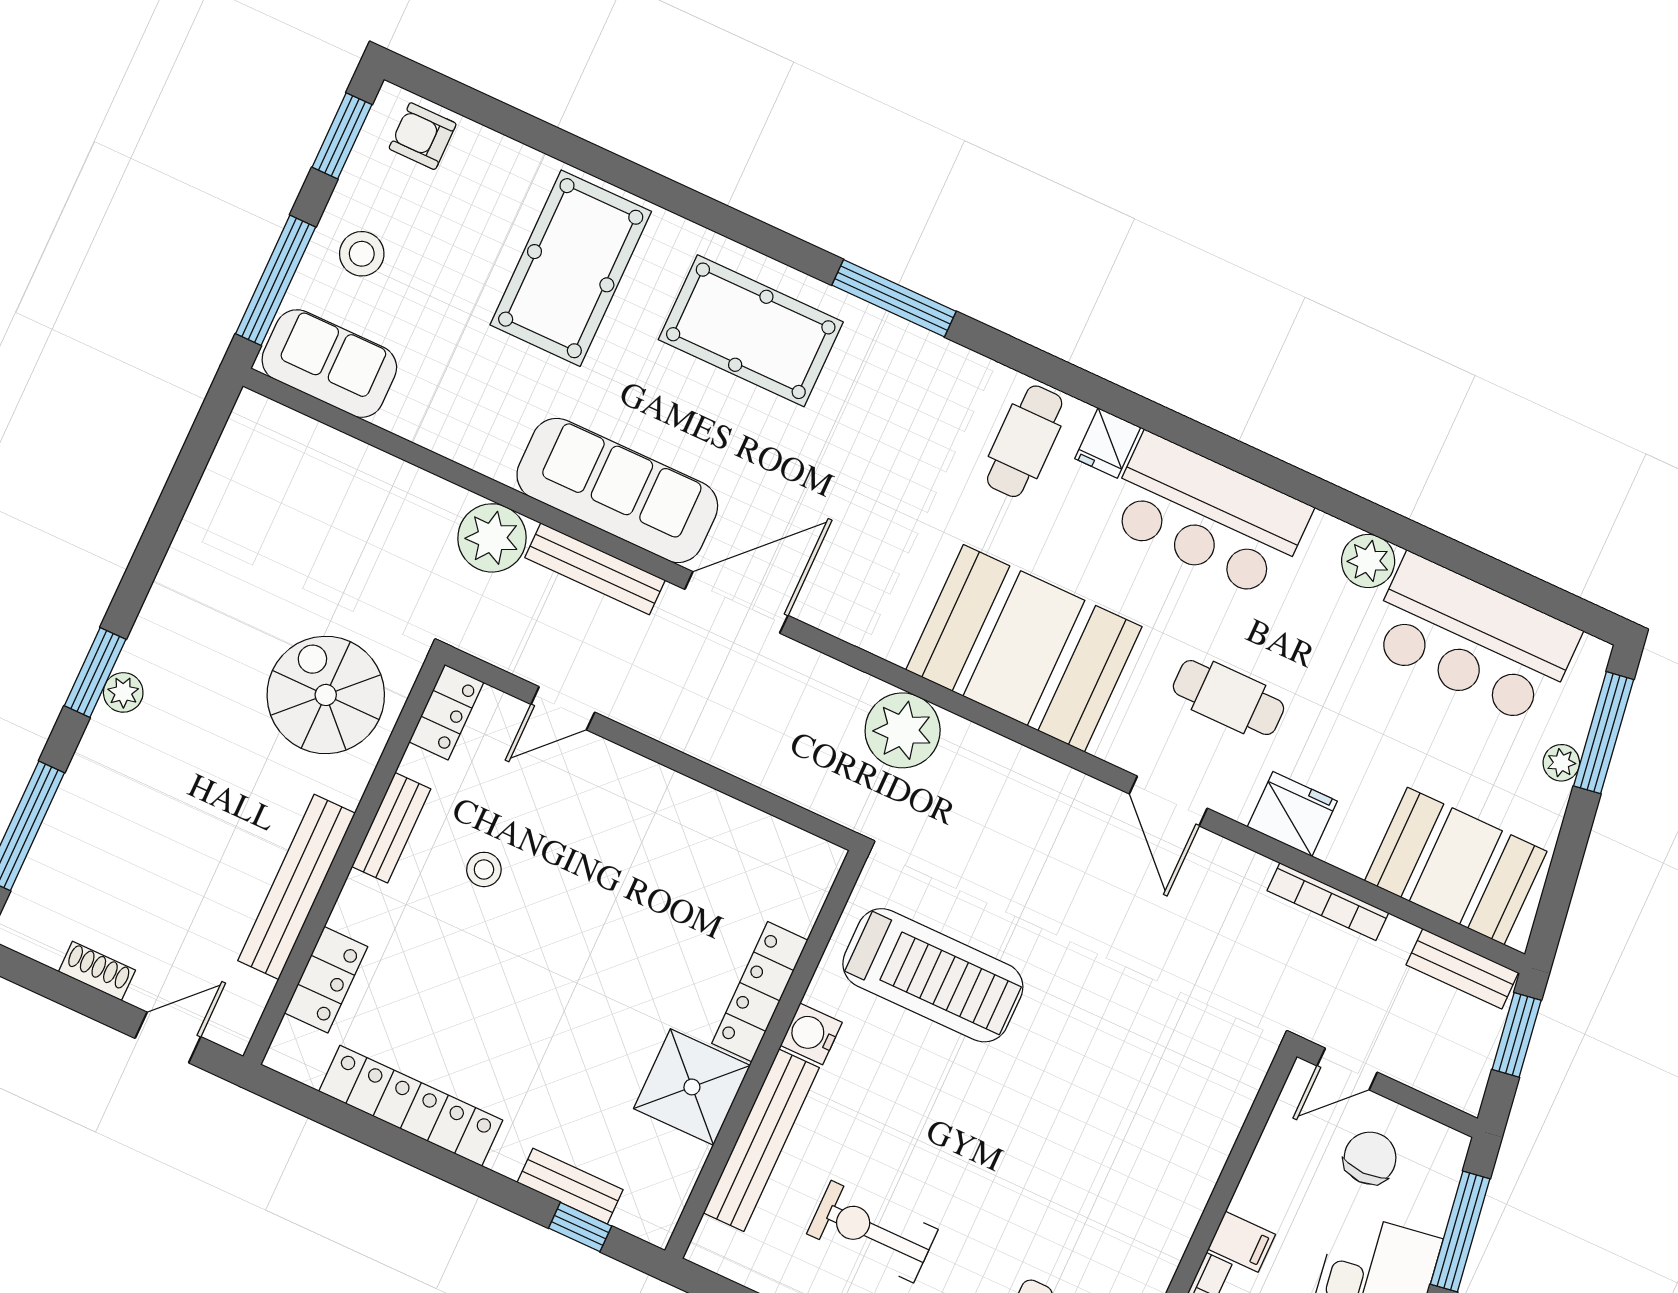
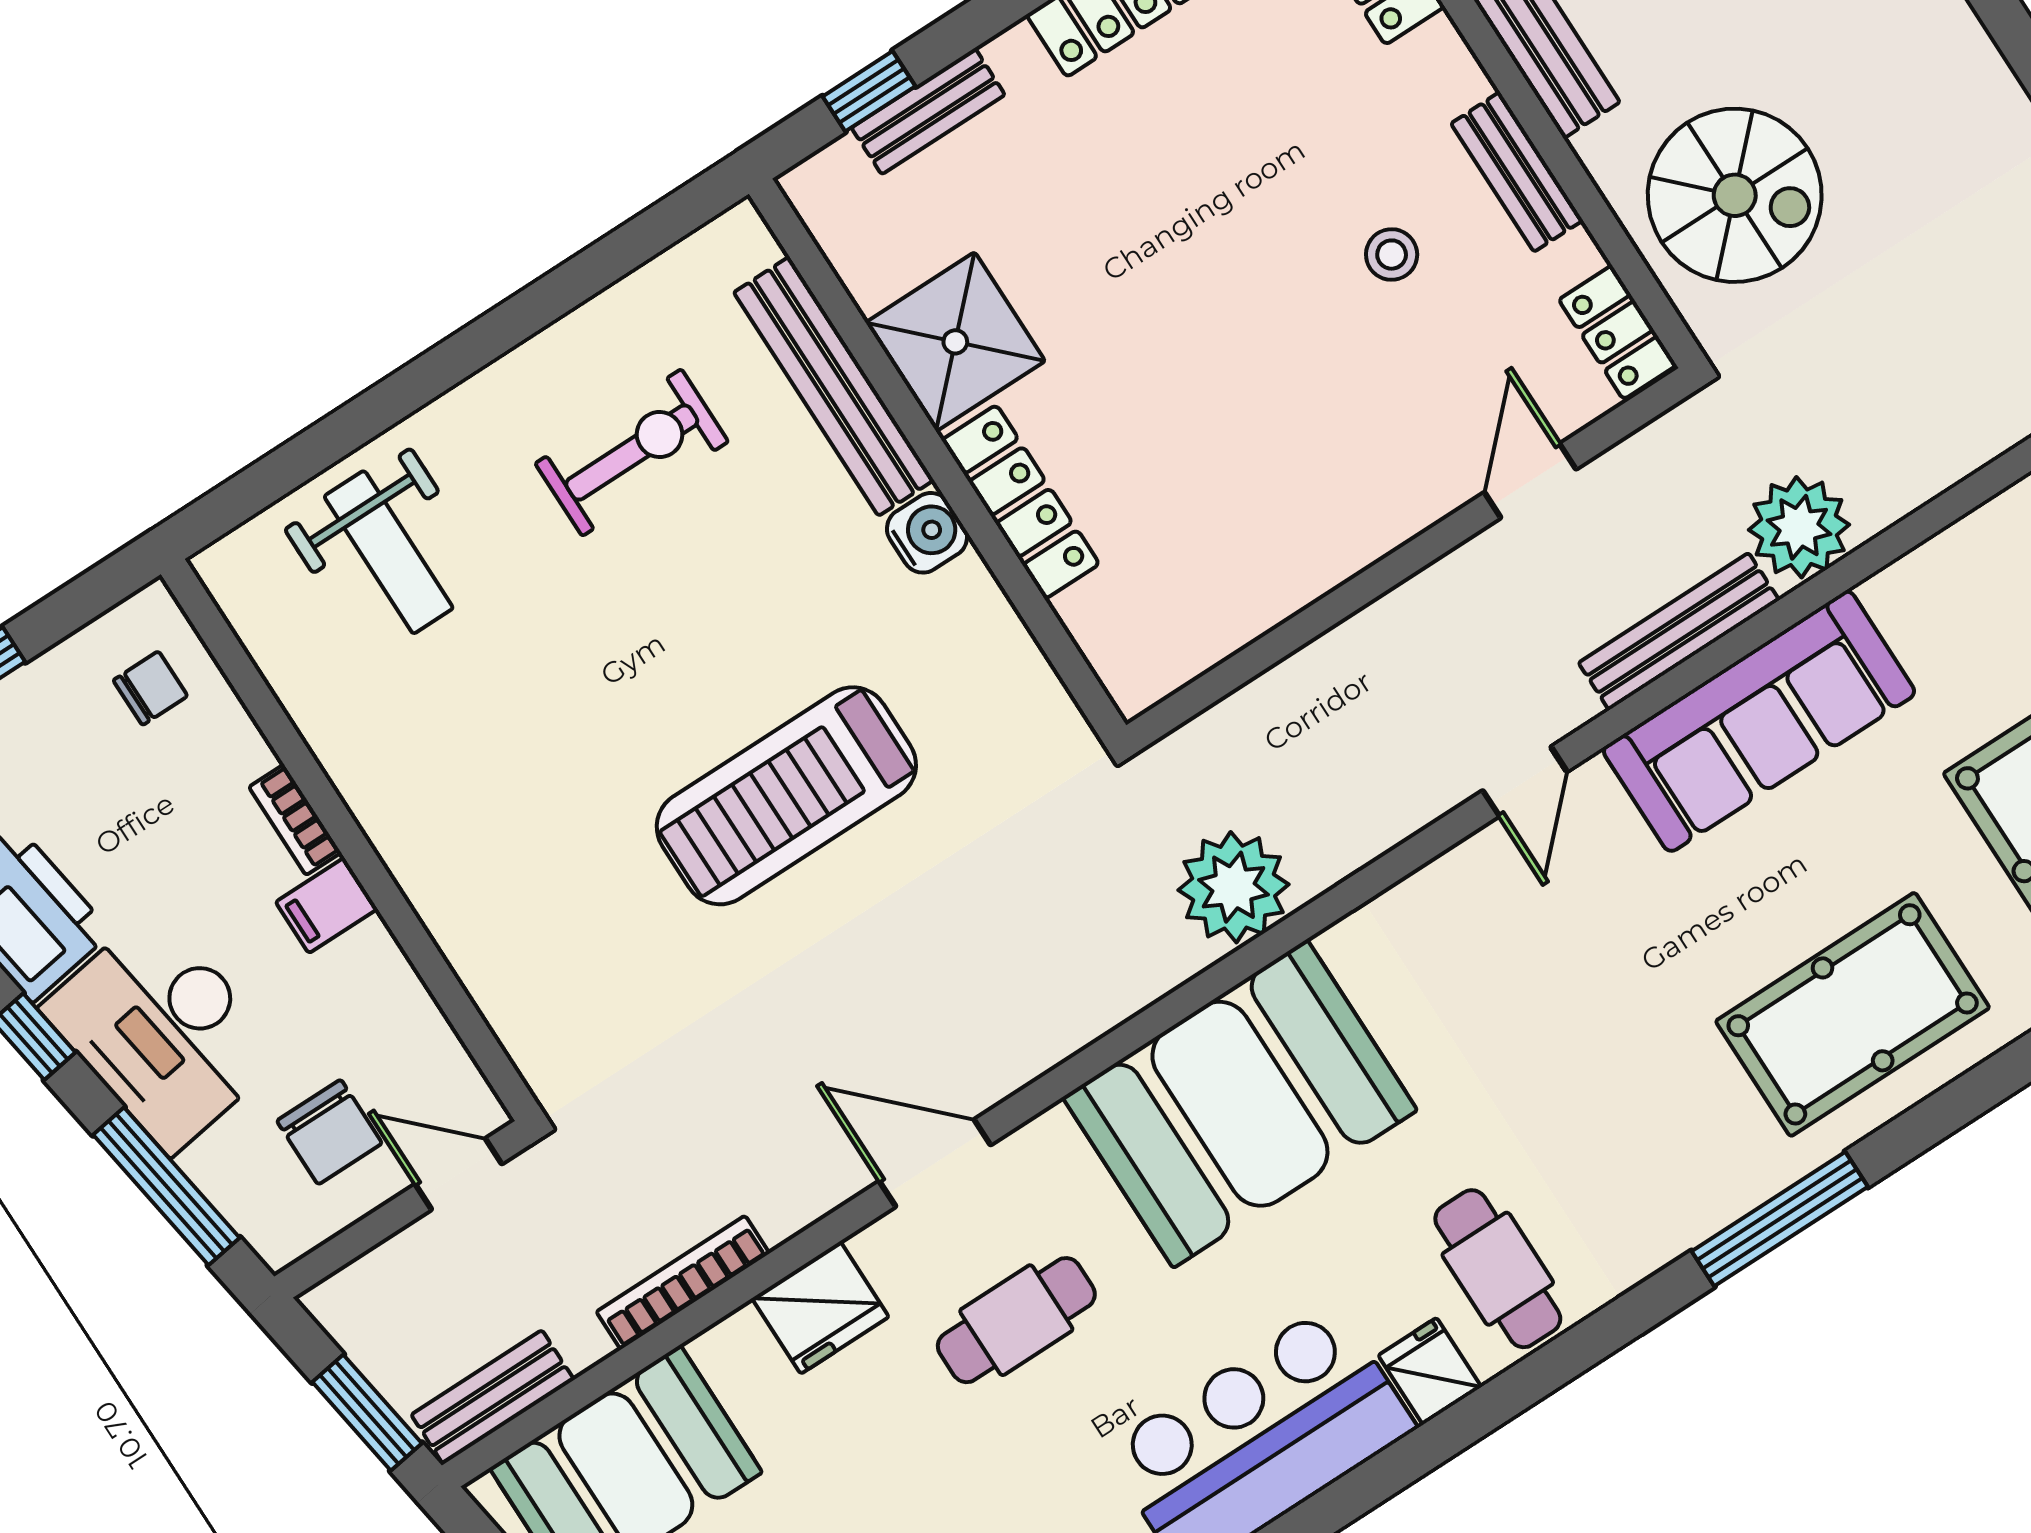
door: (736, 602) -> (1525, 781), width x0.53
treadmill: (933, 975) -> (786, 796), moved
door: (1347, 1069) -> (459, 1174), hinge flipped

